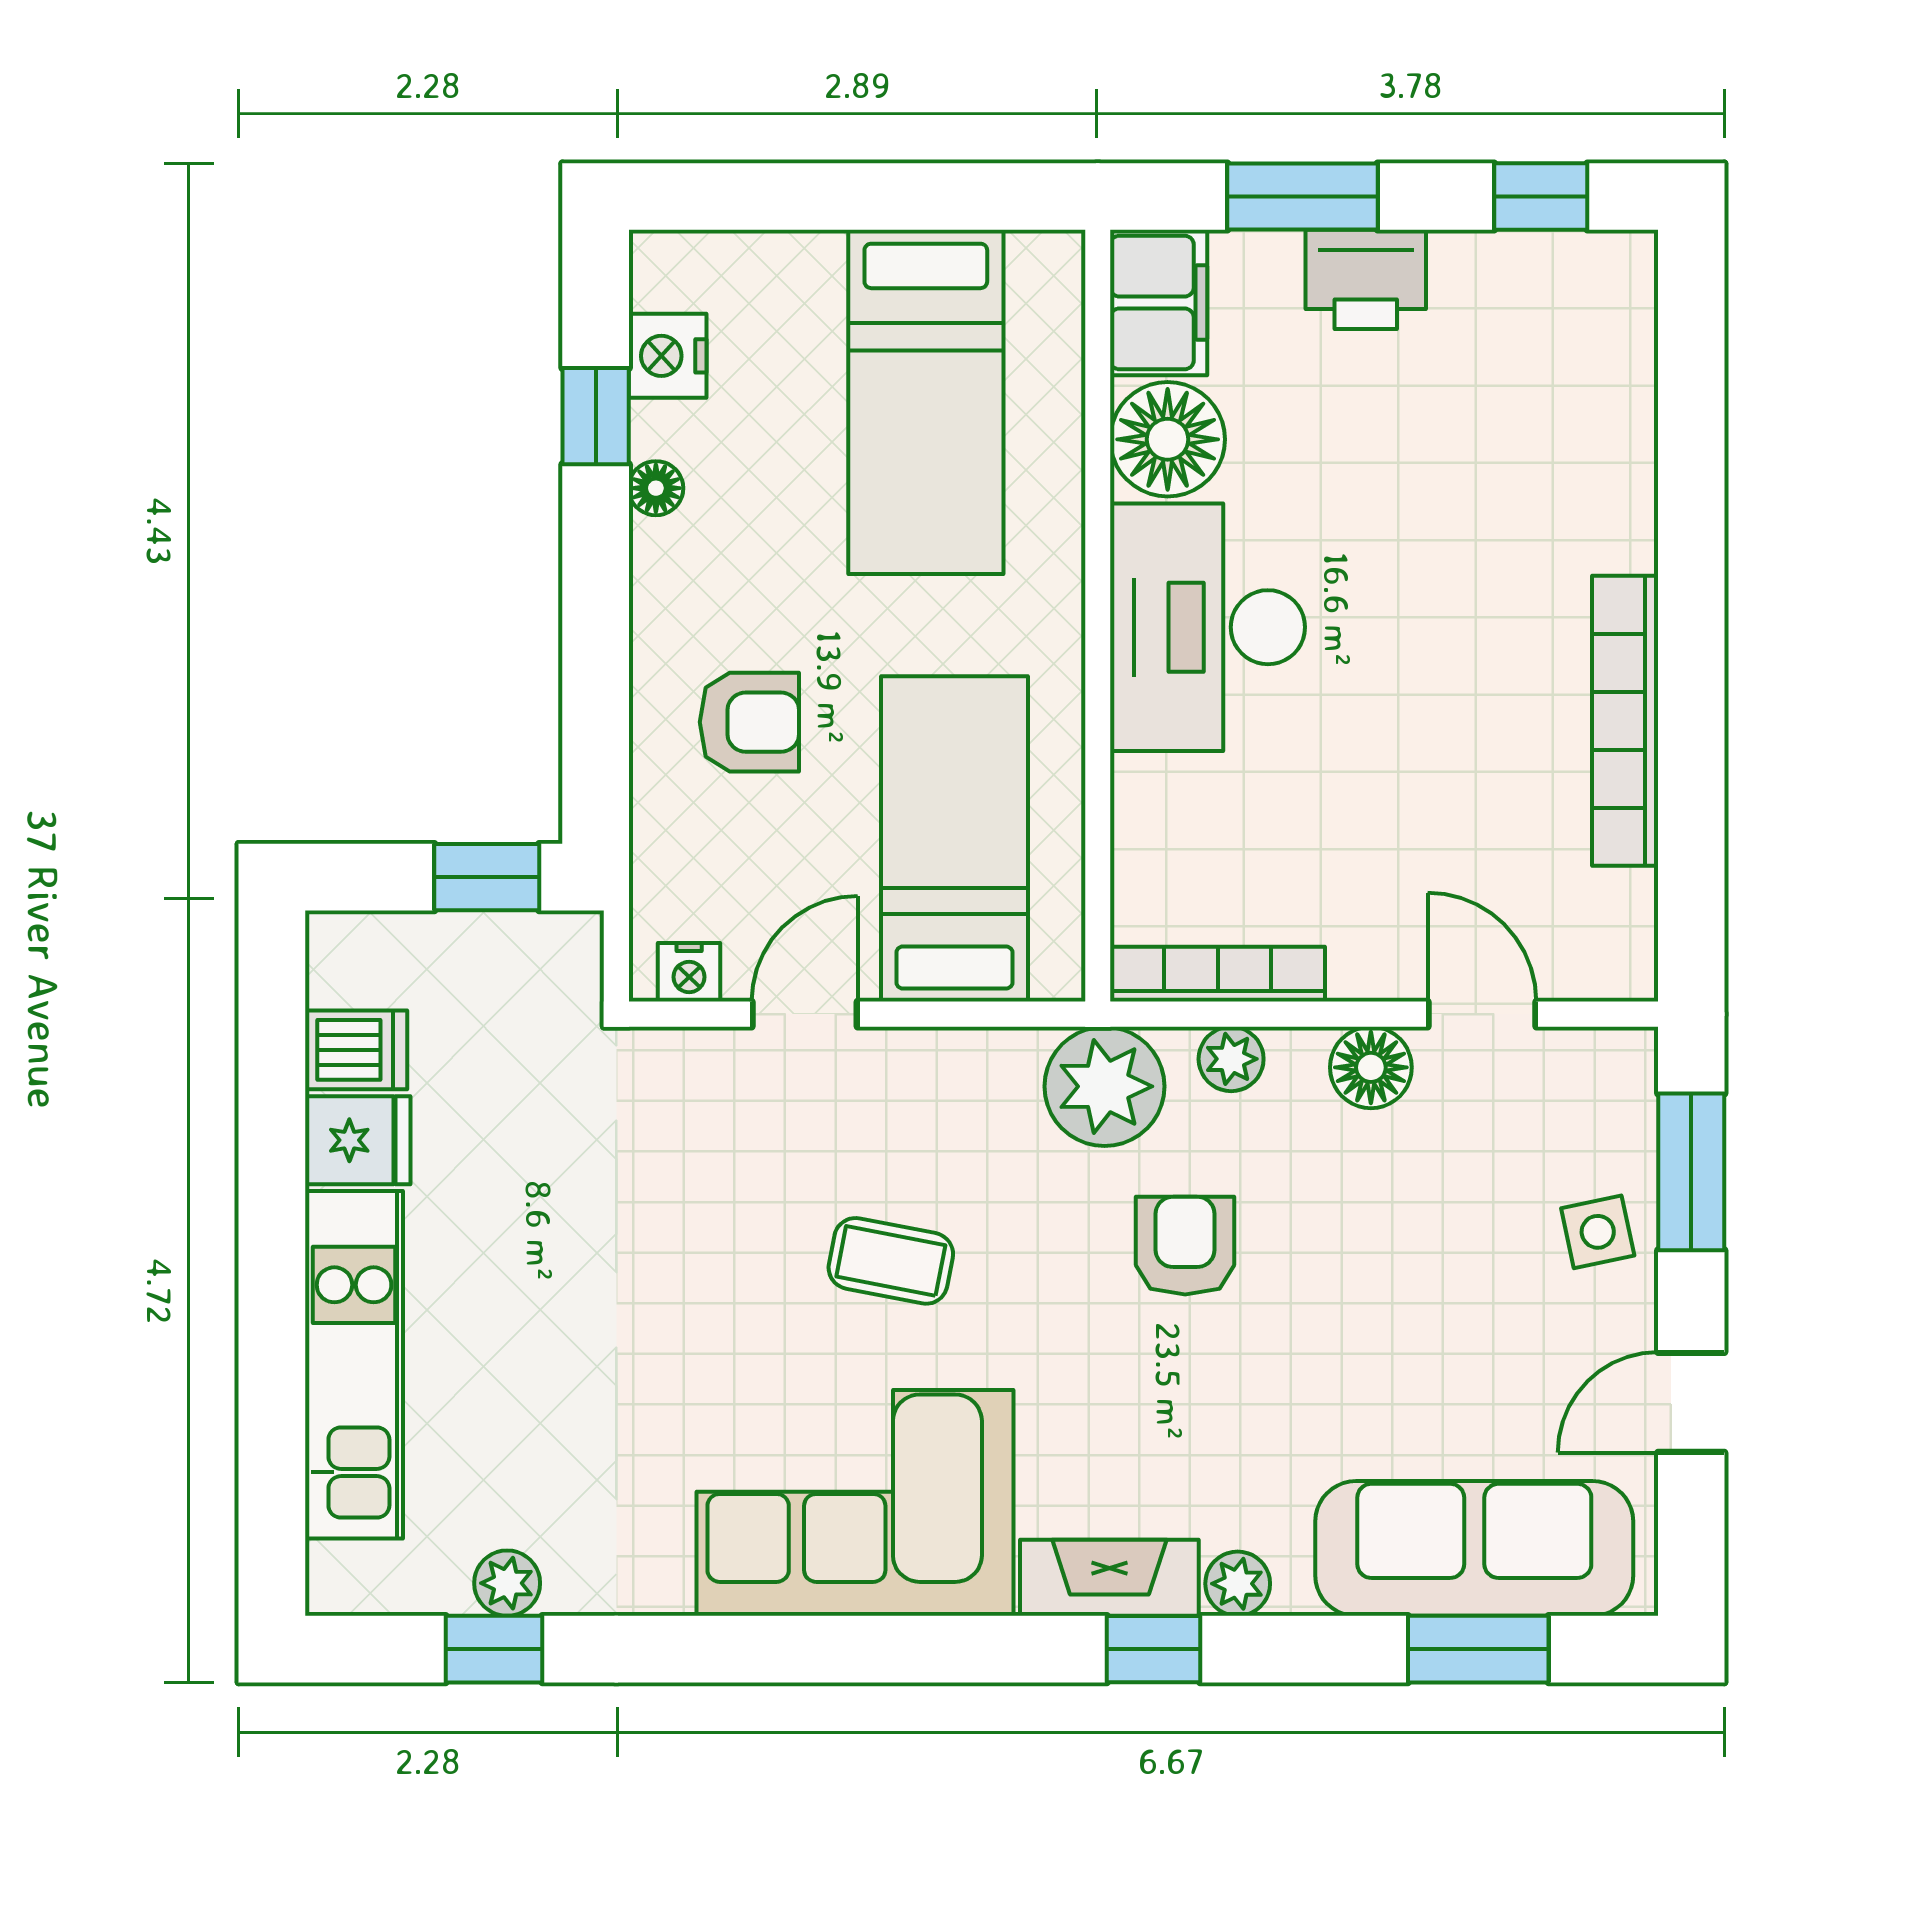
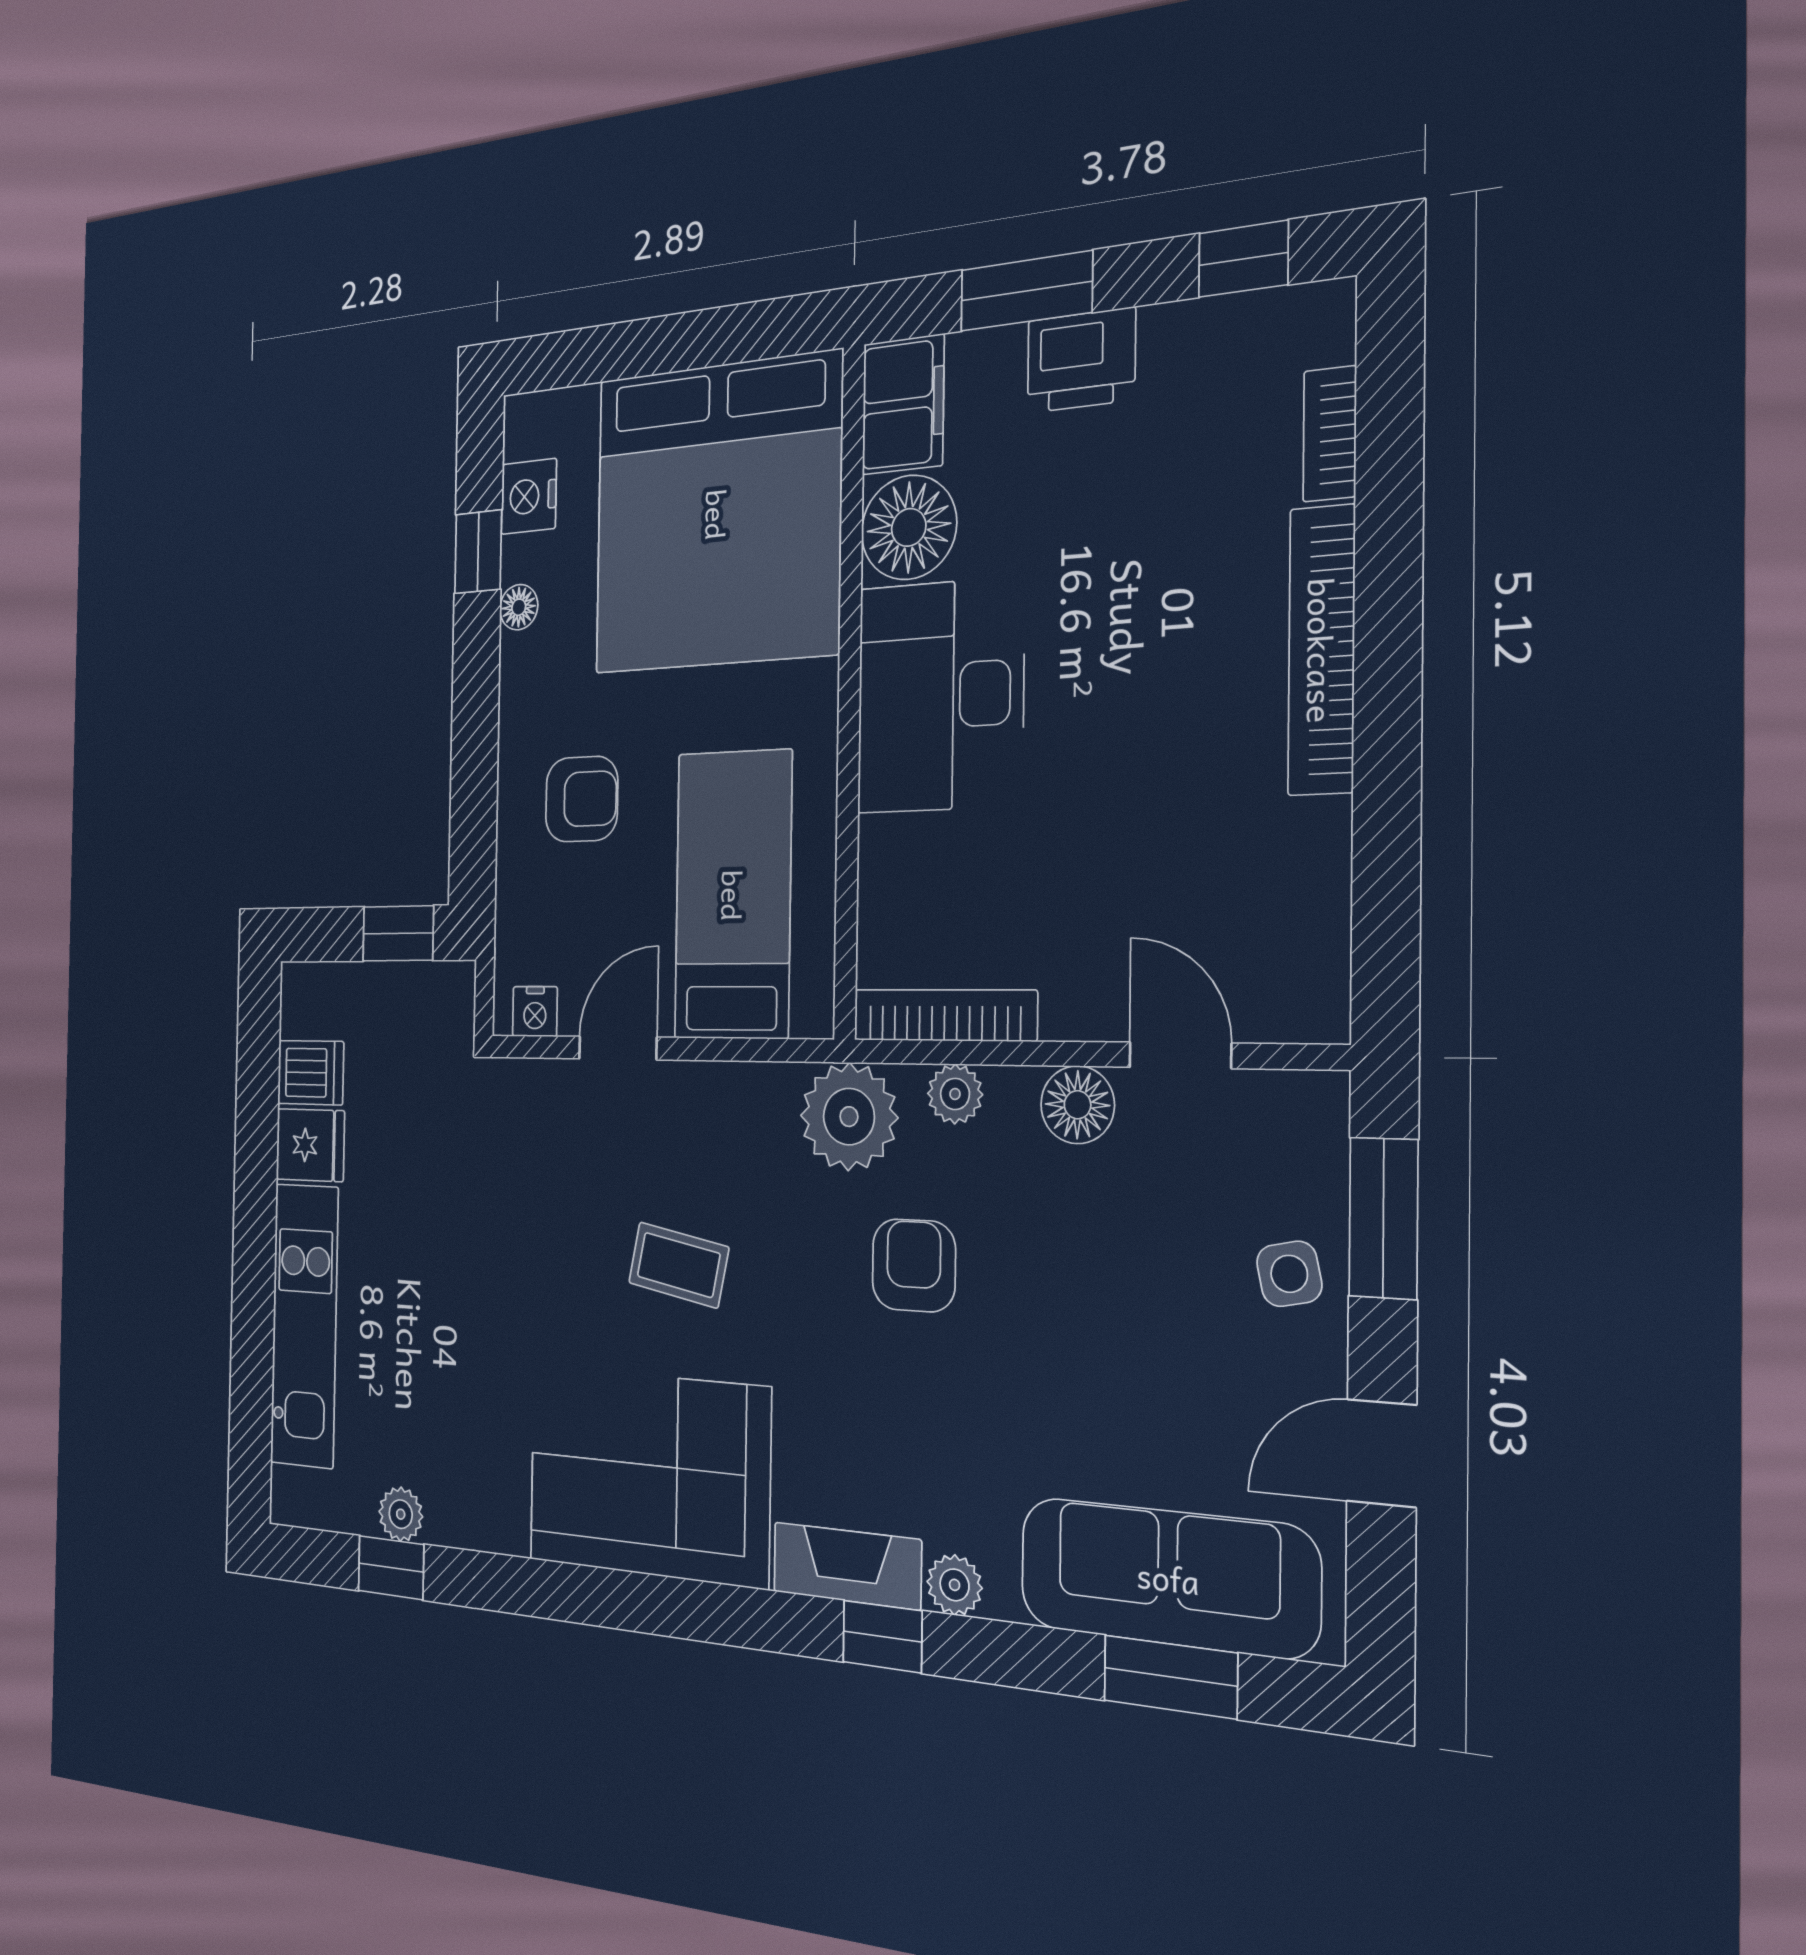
bookcase: (1632, 387) -> (1330, 434), added
bed: (926, 402) -> (717, 514), width x2.04
bookcase: (1625, 721) -> (1322, 650), moved

